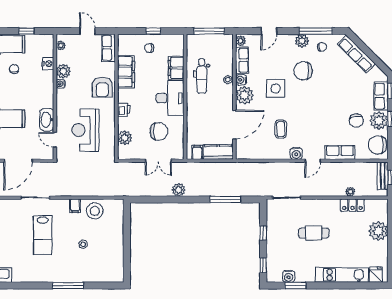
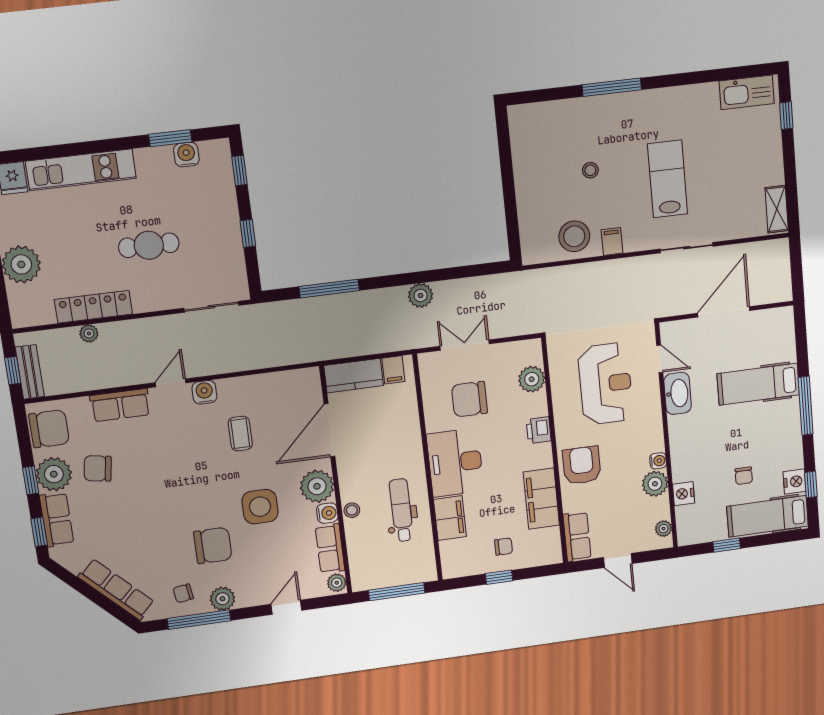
chair: (356, 121) -> (98, 468), turned -74
locker: (352, 205) -> (93, 307), width x1.53

